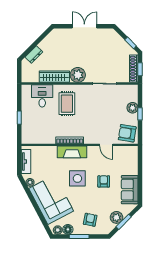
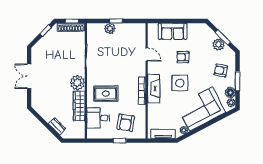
armchair: (127, 133) -> (126, 123), moved
door: (106, 145) -> (147, 55), hinge flipped
sofa: (130, 190) -> (173, 31), moved

